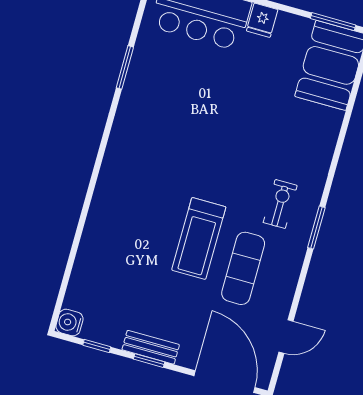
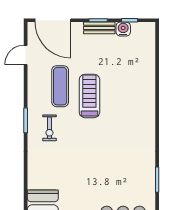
water cooler: (69, 323) -> (123, 29), moved, turned -90

